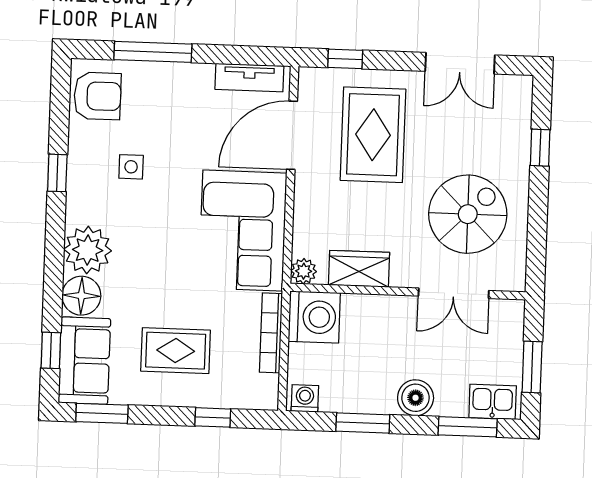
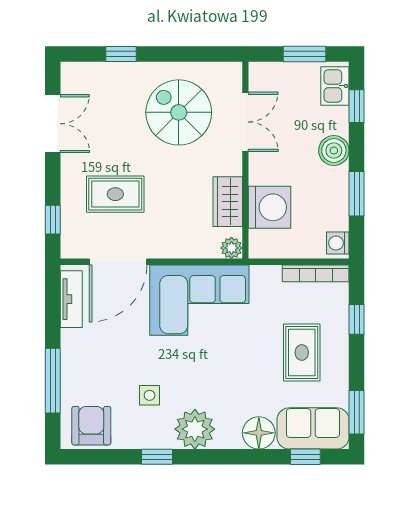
door: (292, 135) -> (118, 262), hinge flipped
rug: (373, 135) -> (115, 194), width x0.73, depth x0.70
plant: (88, 250) -> (195, 429), moved
washing machine: (314, 317) -> (269, 207), moved, turned 90
bookcase: (271, 333) -> (316, 273), moved
window: (468, 427) -> (357, 106), width x0.67

